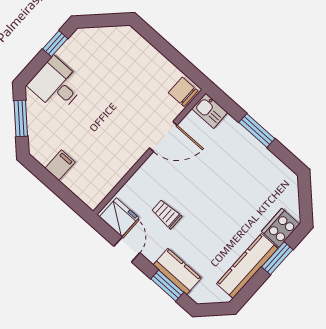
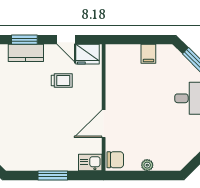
plant: (157, 59) -> (147, 165), added

